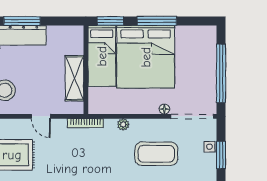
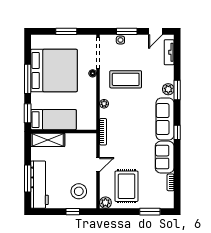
bed: (146, 57) -> (54, 71), moved
window: (221, 73) -> (66, 31), width x0.47
shelving: (74, 78) -> (48, 140), moved
coffee table: (156, 154) -> (126, 79), turned 90

